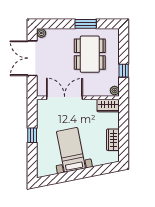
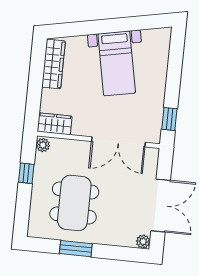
window: (32, 135) -> (169, 119), moved
wardrobe: (113, 140) -> (53, 64), width x1.50

